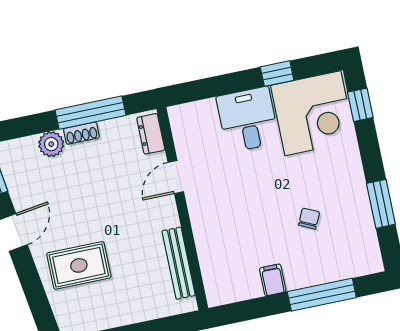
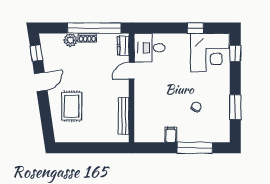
window: (90, 113) -> (94, 28), width x1.46
desk: (248, 120) -> (150, 48), moved, turned -90
rug: (79, 265) -> (72, 106), turned 90

